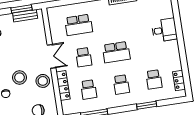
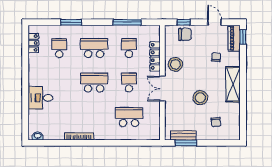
stool: (19, 77) -> (200, 98), moved
school desk: (121, 84) -> (94, 48), width x1.85

